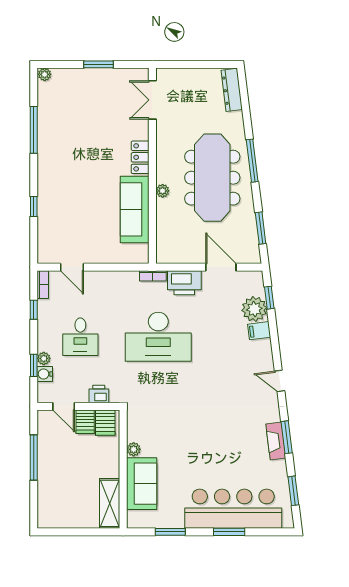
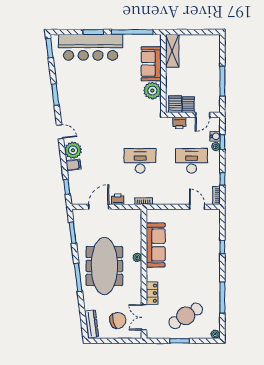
chair: (192, 95) -> (118, 320), added
double door: (152, 100) -> (144, 317), swing flipped
cafe table: (89, 102) -> (186, 316), added
locker: (140, 157) -> (152, 293), moved
door: (221, 267) -> (99, 207), swing flipped
printer: (184, 283) -> (118, 199), width x0.53, depth x0.68
plant: (254, 309) -> (73, 150), moved
desk: (80, 337) -> (192, 161), width x1.37
desk: (158, 337) -> (140, 161), width x0.73, depth x0.77
door: (64, 406) -> (203, 115), swing flipped
fireplace: (276, 441) -> (62, 92), removed
plant: (134, 449) -> (152, 91), width x1.88, depth x1.88
window: (293, 491) -> (49, 48), moved
window: (170, 532) -> (132, 32), width x2.11

